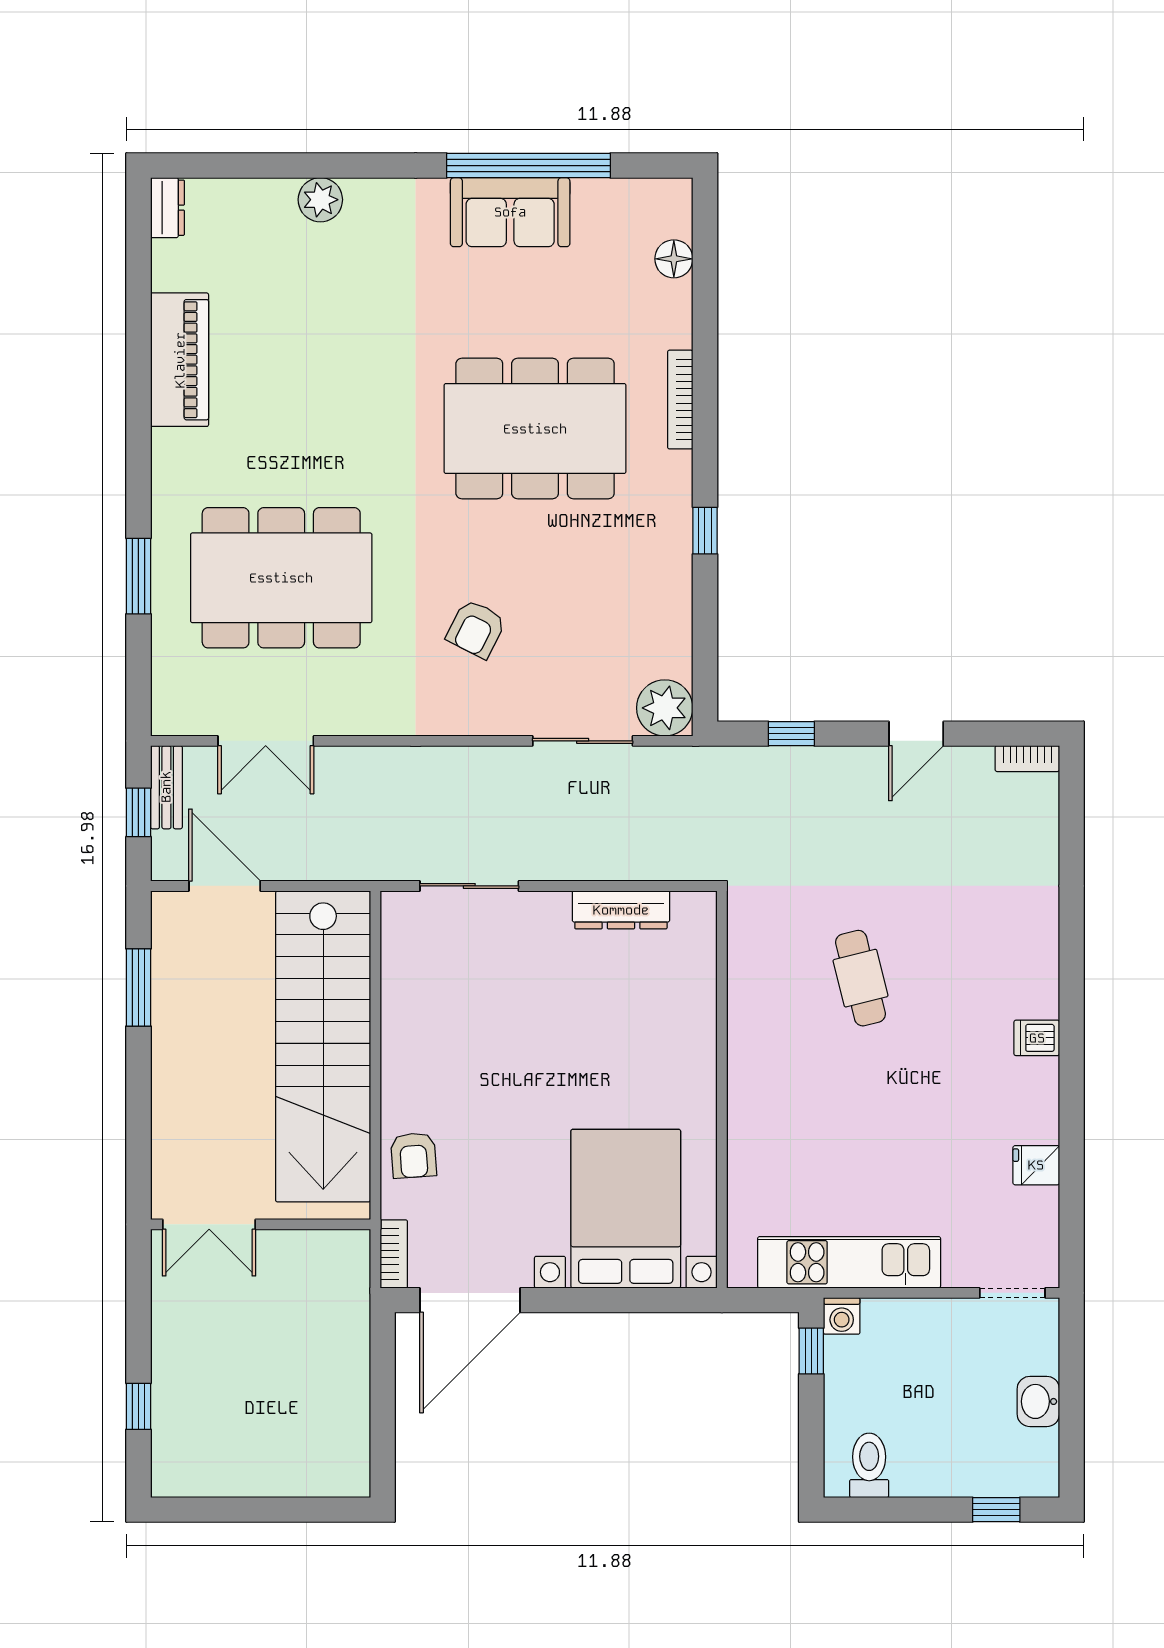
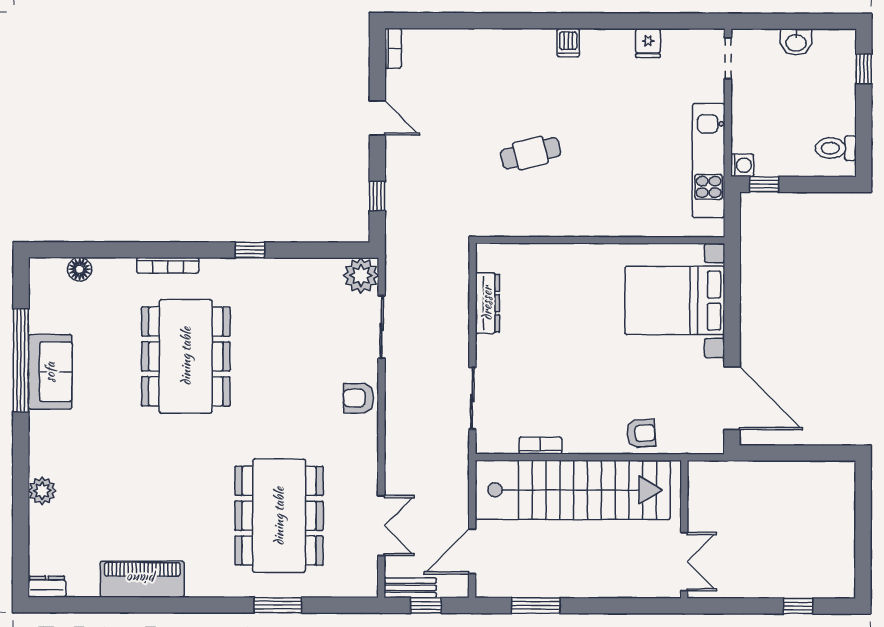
armchair: (476, 629) -> (358, 398), moved, turned 153
bookcase: (394, 1254) -> (540, 446), moved

